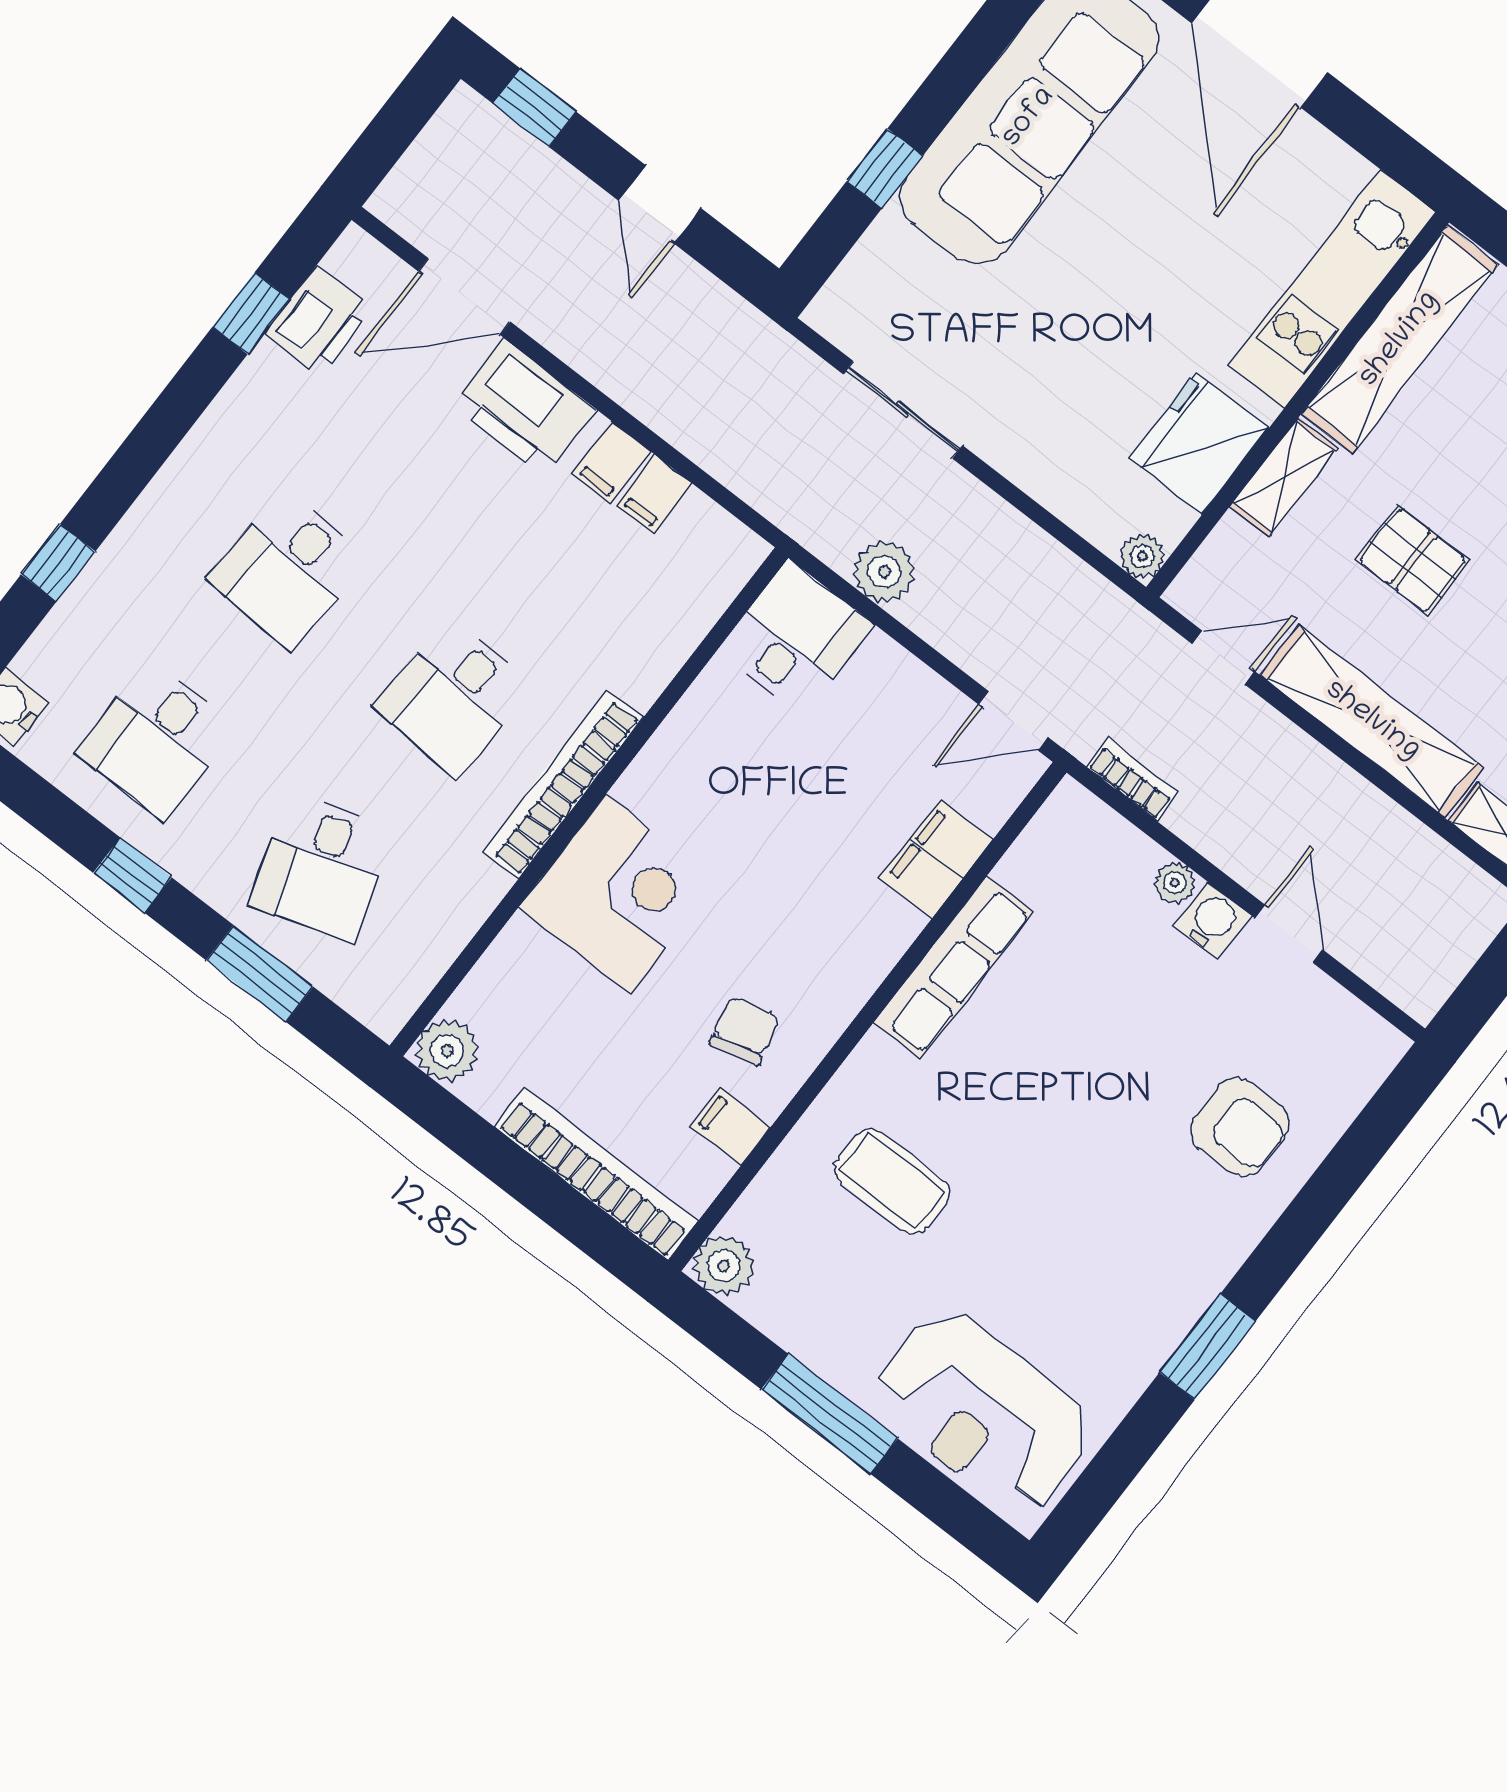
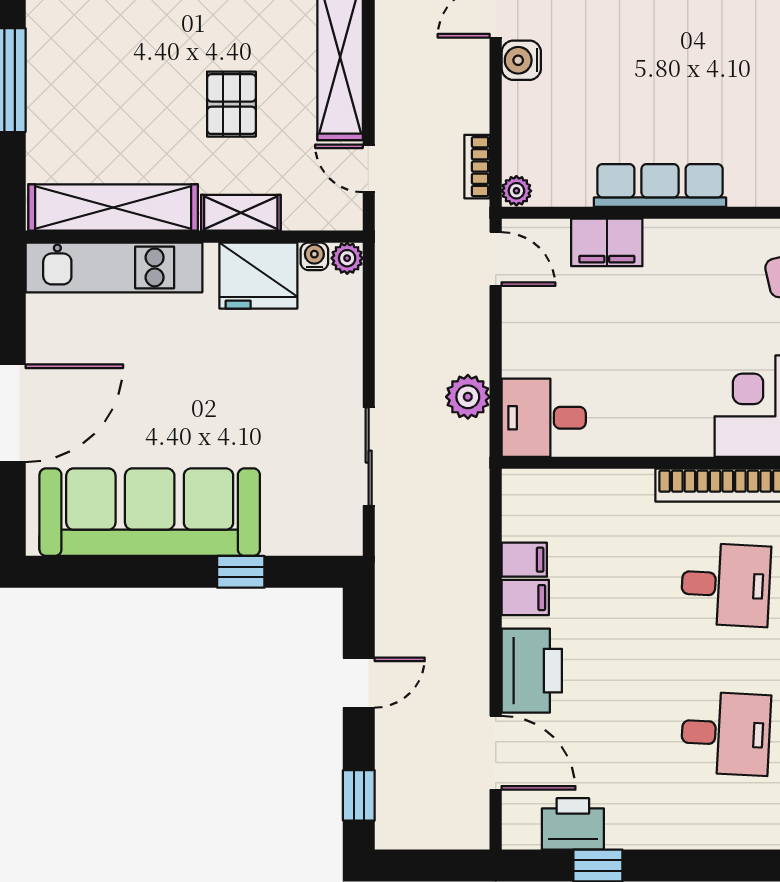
water cooler: (1172, 522) -> (314, 256), added
plant: (1175, 882) -> (516, 191), moved

